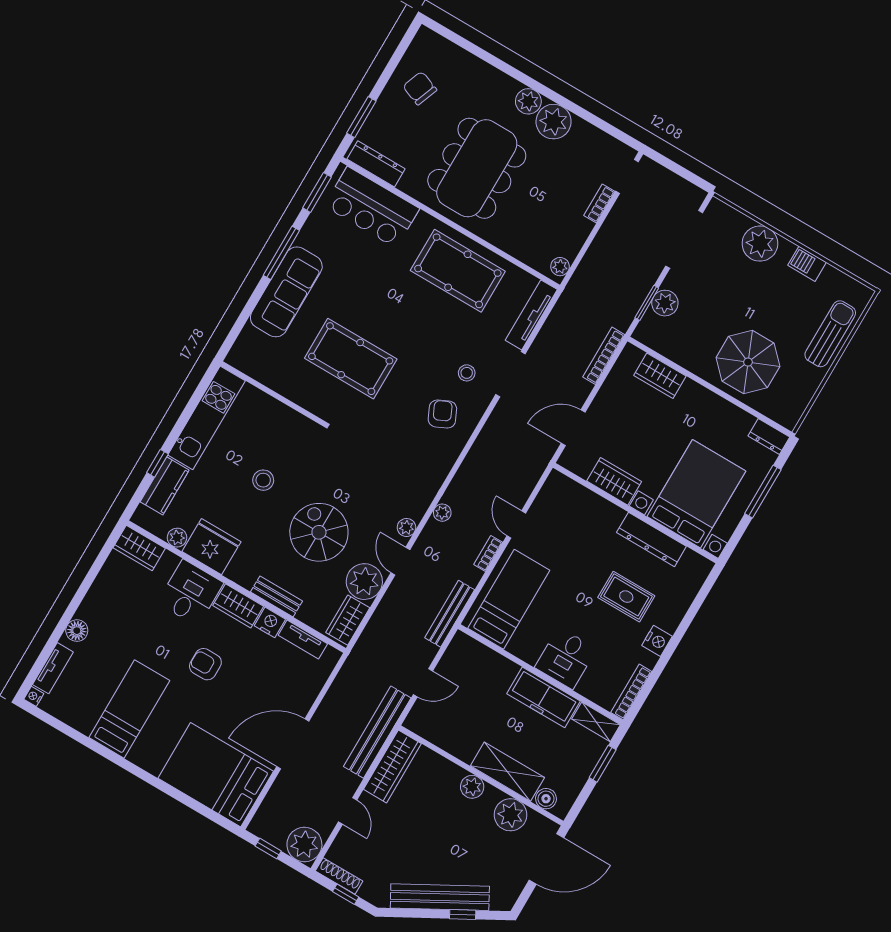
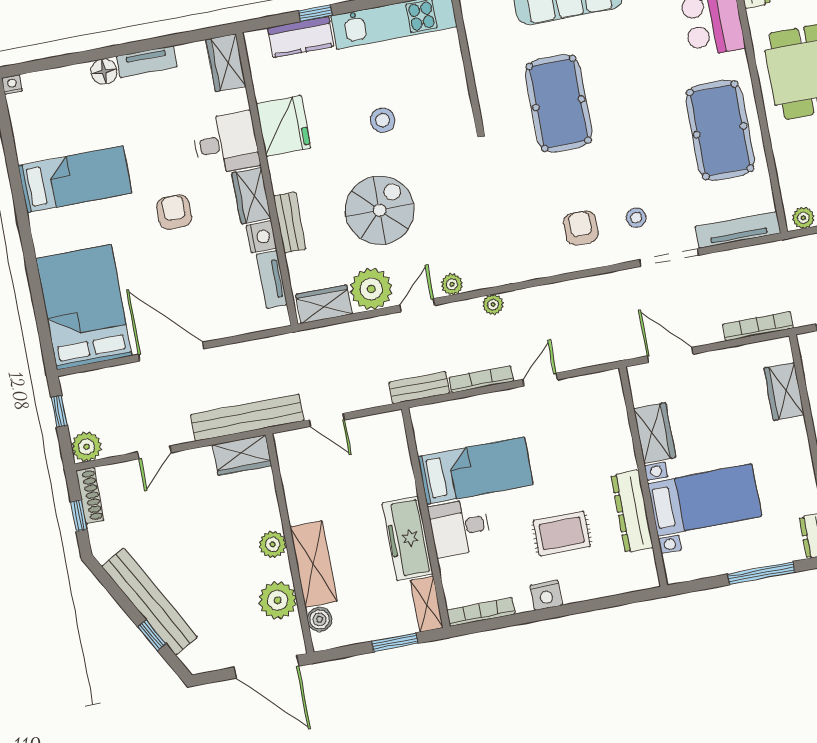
armchair: (442, 414) -> (581, 228), turned -65
bed with nightstands: (696, 494) -> (705, 500), width x0.73
plant: (177, 538) -> (264, 88), removed
bookcase: (488, 553) -> (481, 379), width x1.56
rug: (626, 597) -> (562, 533), turned 90
bed: (509, 599) -> (475, 471), moved
bench: (450, 614) -> (419, 388), width x0.73
tv unit: (53, 668) -> (147, 62), moved
wardrobe: (392, 766) -> (242, 455), width x0.67
plant: (304, 845) -> (87, 447), width x0.73, depth x0.73

